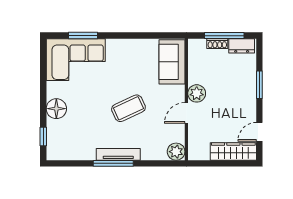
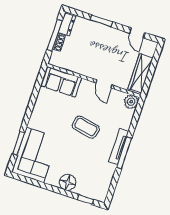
plant: (197, 93) -> (92, 71), removed
coffee table: (128, 108) -> (86, 127), turned -54
wardrobe: (233, 151) -> (140, 73), moved

